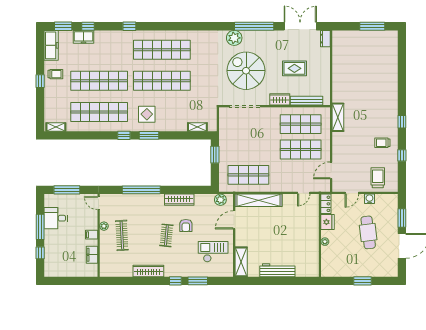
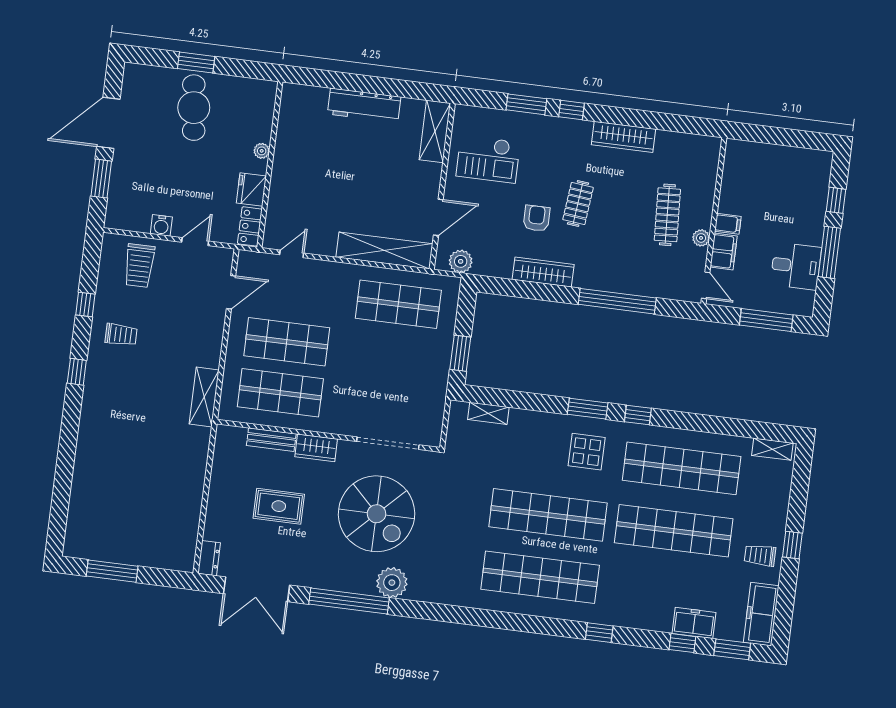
bench: (307, 101) -> (271, 440), width x0.73
cafe table: (368, 232) -> (194, 108), moved
filing cabinet: (92, 255) -> (724, 252), moved

